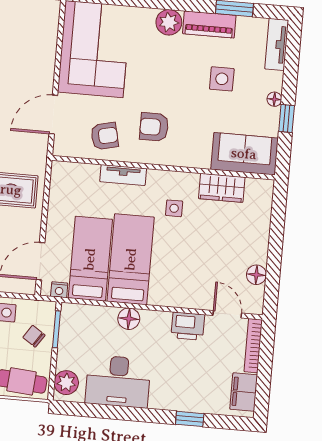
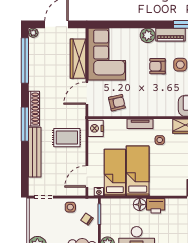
wardrobe: (43, 52) -> (78, 59), added
armchair: (154, 127) -> (158, 66), moved
tv unit: (123, 175) -> (140, 124), moved
nightstand: (63, 178) -> (96, 128), added
printer: (188, 326) -> (156, 206), moved

